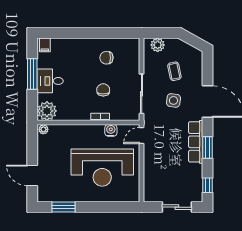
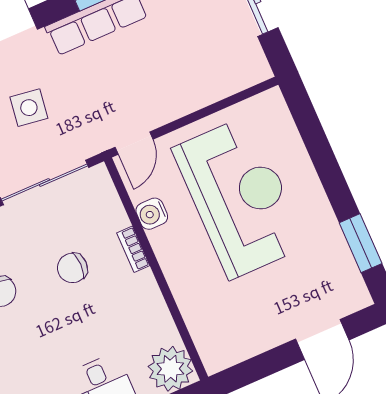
plant: (43, 129) -> (213, 359), removed
door: (142, 135) -> (134, 143), hinge flipped

